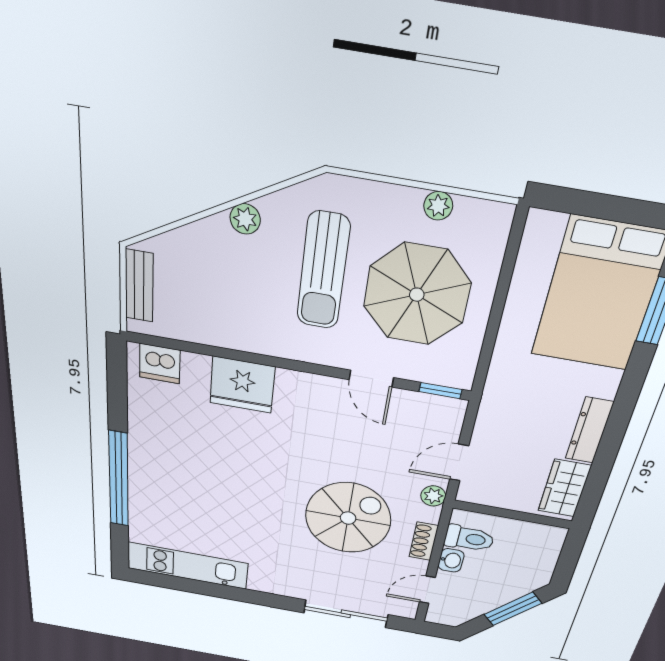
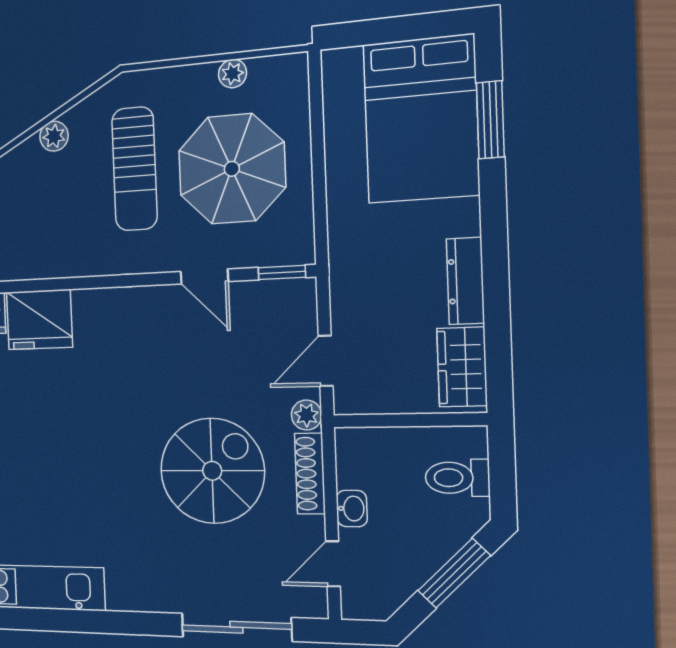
fridge: (242, 385) -> (39, 320), moved
toilet: (469, 538) -> (457, 478), moved, turned 180
shoe rack: (424, 541) -> (310, 474), width x1.43

